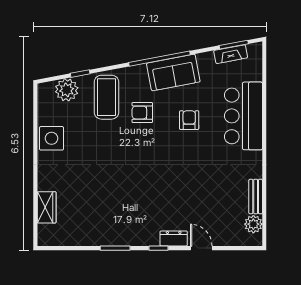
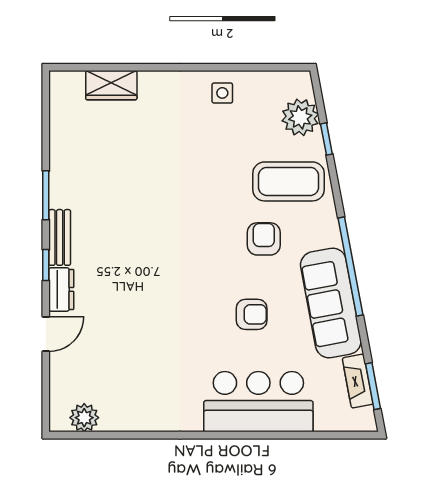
sofa: (173, 72) -> (331, 303), width x1.36
side table: (52, 138) -> (222, 93), width x0.54, depth x0.54
bench: (256, 197) -> (60, 237), moved, turned 90

